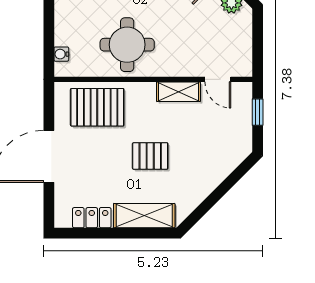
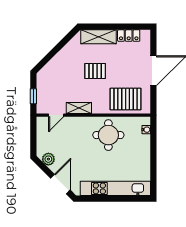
door: (218, 79) -> (56, 115), swing flipped

